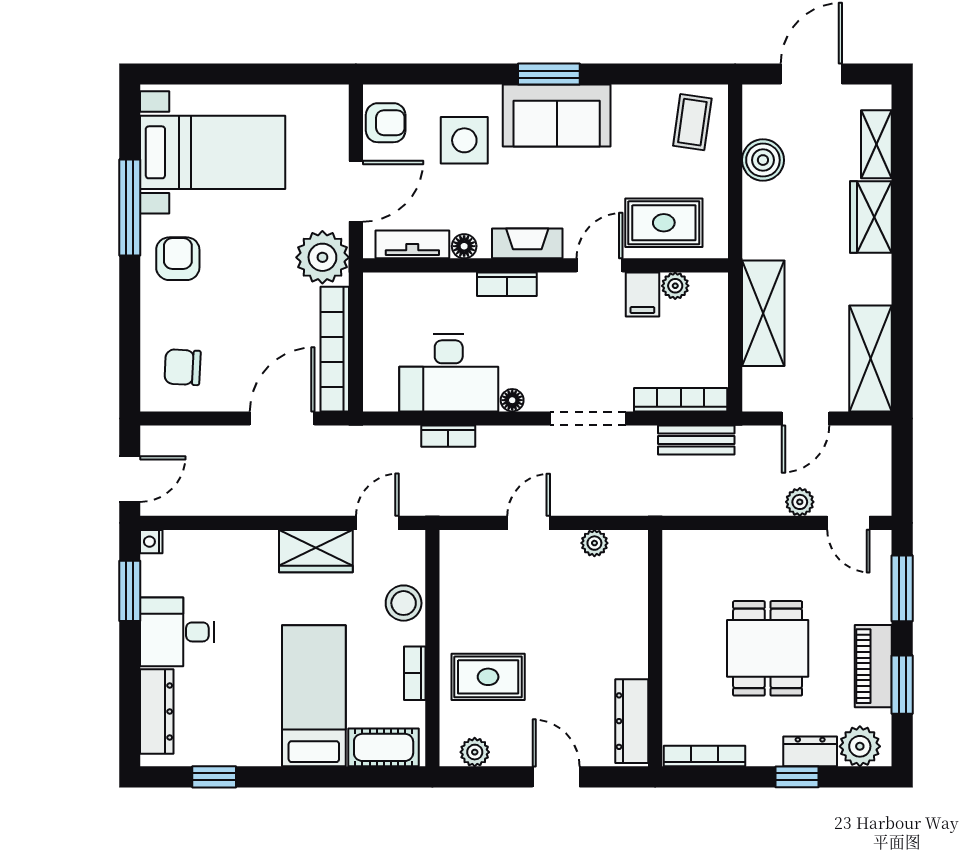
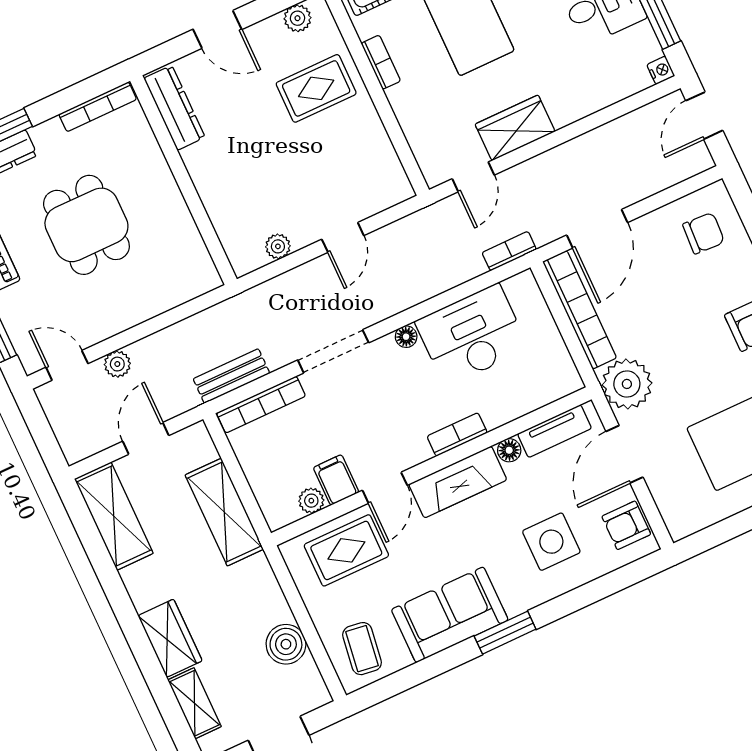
sofa: (557, 116) -> (450, 615), moved
fireplace: (527, 243) -> (458, 482), width x1.37, depth x1.32
bookcase: (448, 436) -> (509, 251), moved
stool: (404, 603) -> (419, 118), removed

